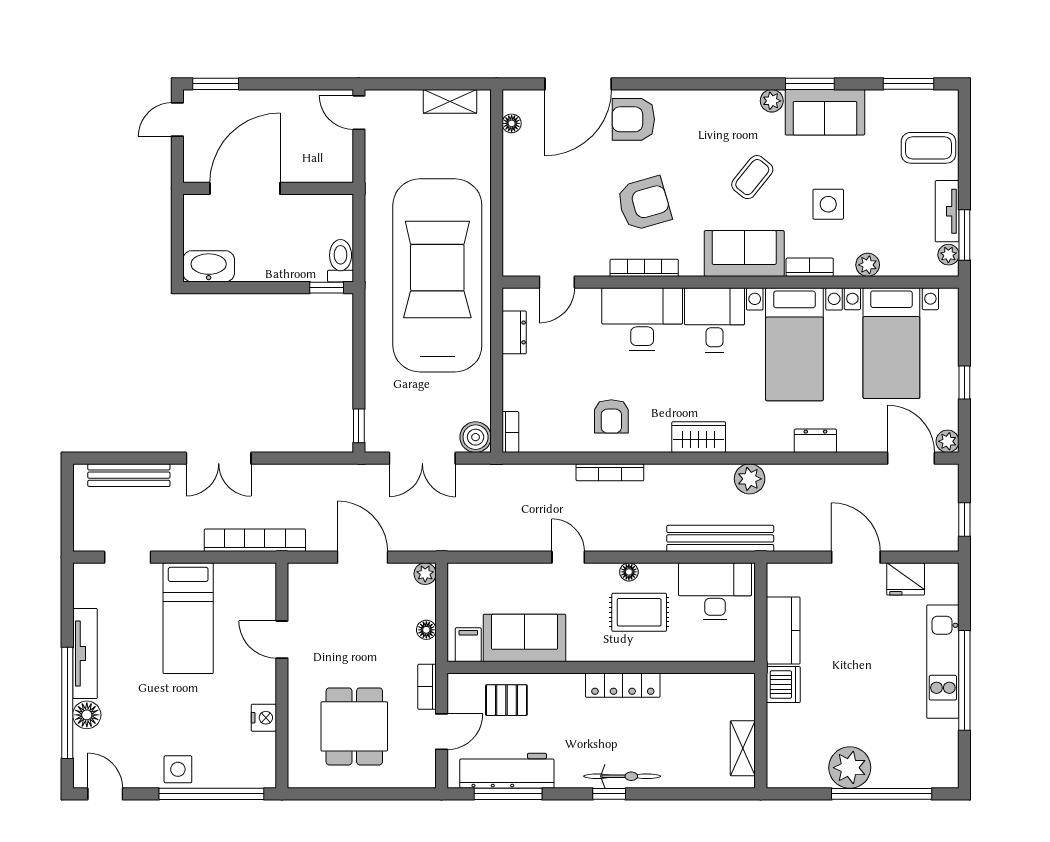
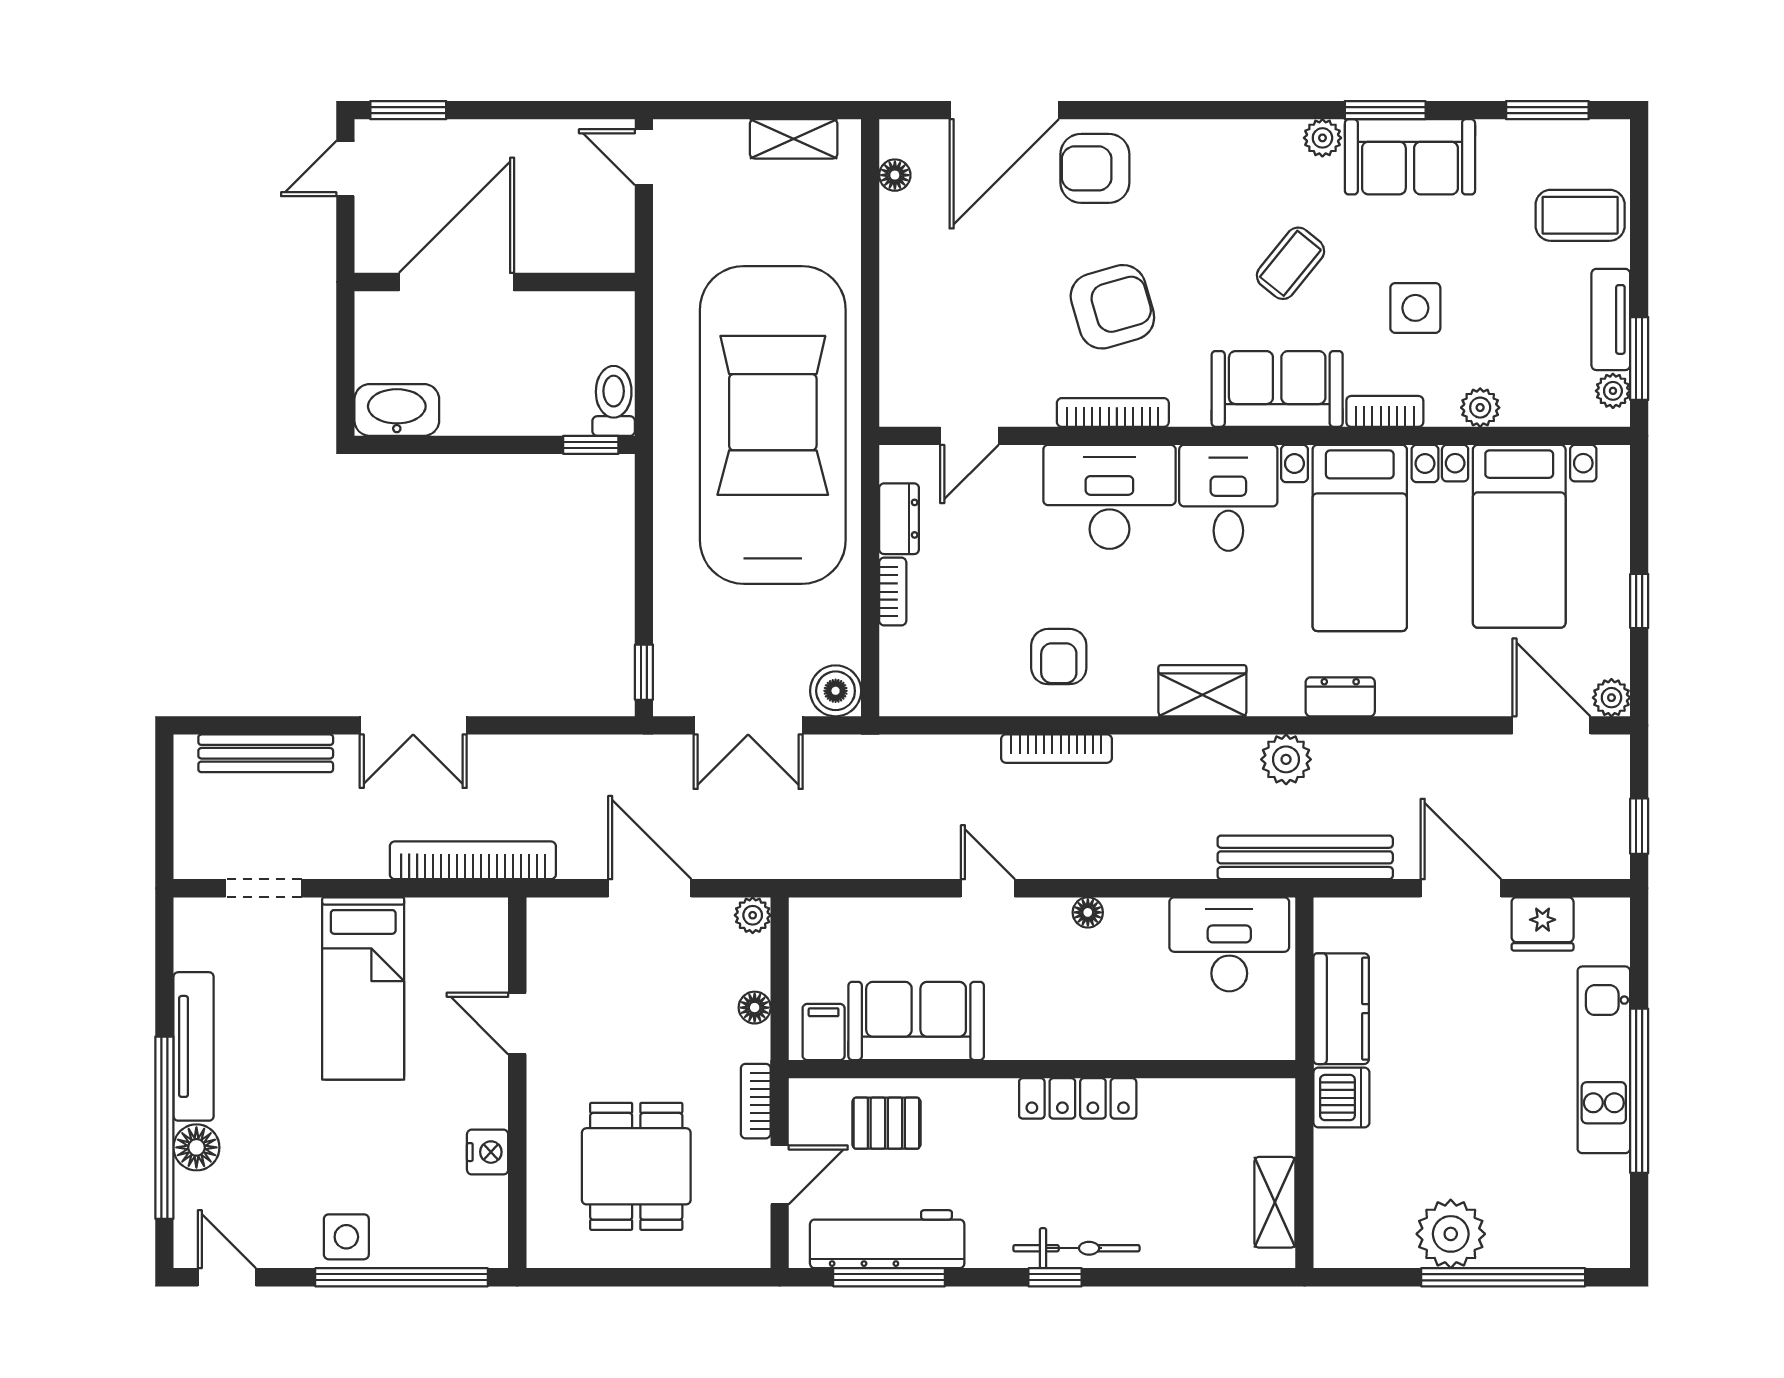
bookcase: (510, 432) -> (893, 592), moved
dresser: (815, 441) -> (1340, 697), moved
bench: (720, 538) -> (1305, 857), moved
rug: (639, 612) -> (1105, 979), removed

